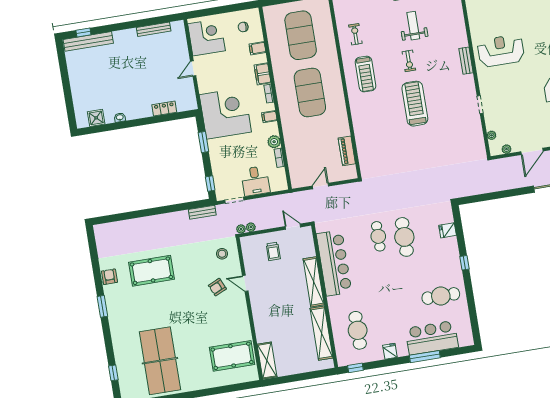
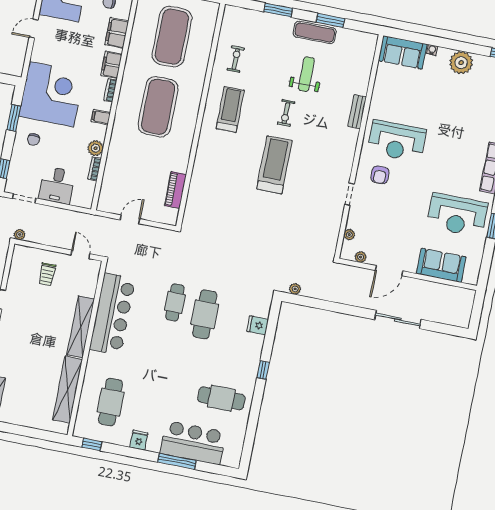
filing cabinet: (258, 48) -> (117, 33), width x2.00
reception desk: (501, 51) -> (397, 141), turned 180
bench: (466, 61) -> (357, 112), moved
treadmill: (365, 74) -> (230, 109), turned 180
armchair: (498, 81) -> (380, 175), added
chair: (225, 153) -> (33, 139), added
plant: (251, 227) -> (295, 289), moved

